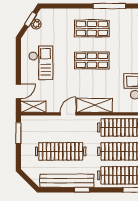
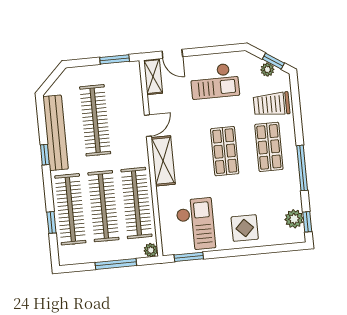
trolley: (61, 24) -> (271, 104), added
door: (68, 114) -> (148, 126), hinge flipped

